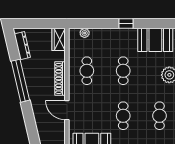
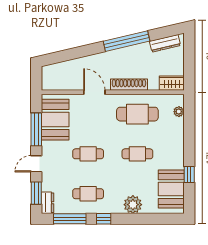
window: (126, 24) -> (189, 174), moved
cafe table: (87, 71) -> (137, 114), width x1.37, depth x1.35
door: (67, 110) -> (94, 92), hinge flipped

